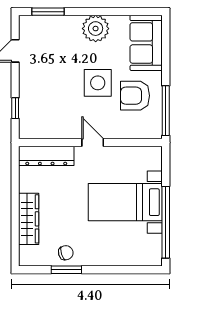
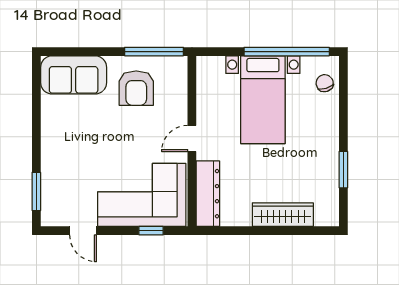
plant: (96, 29) -> (57, 135), removed
side table: (98, 83) -> (121, 132), removed
corner sofa: (45, 100) -> (142, 195), added
chair: (66, 253) -> (325, 83), moved

